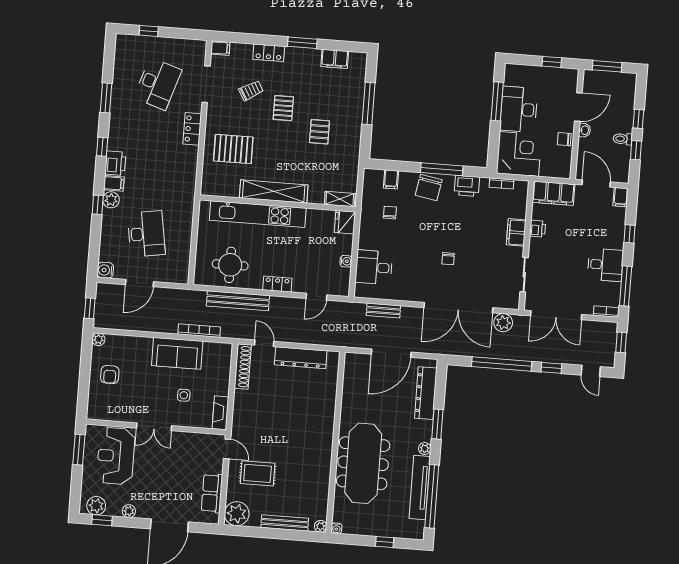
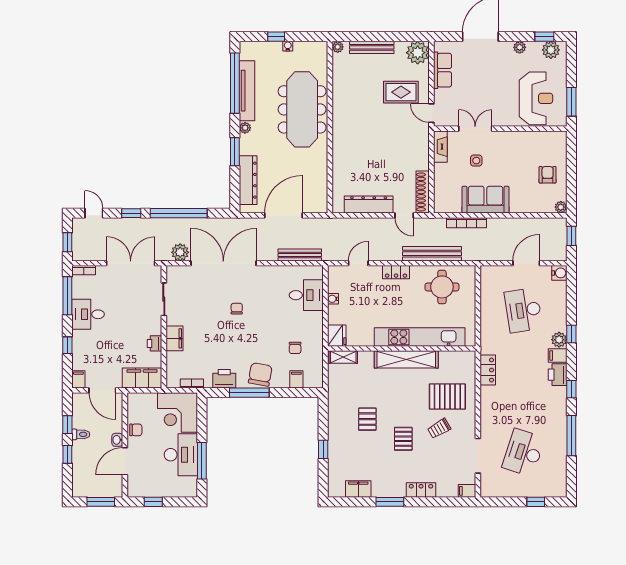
trolley: (251, 91) -> (439, 428), moved
window: (106, 98) -> (571, 436), width x1.44
window: (369, 104) -> (323, 449), width x0.46
locker: (192, 129) -> (488, 370), moved
bench: (383, 311) -> (300, 255), width x1.36
double door: (154, 427) -> (475, 129), moved
water cooler: (336, 528) -> (288, 46), moved

